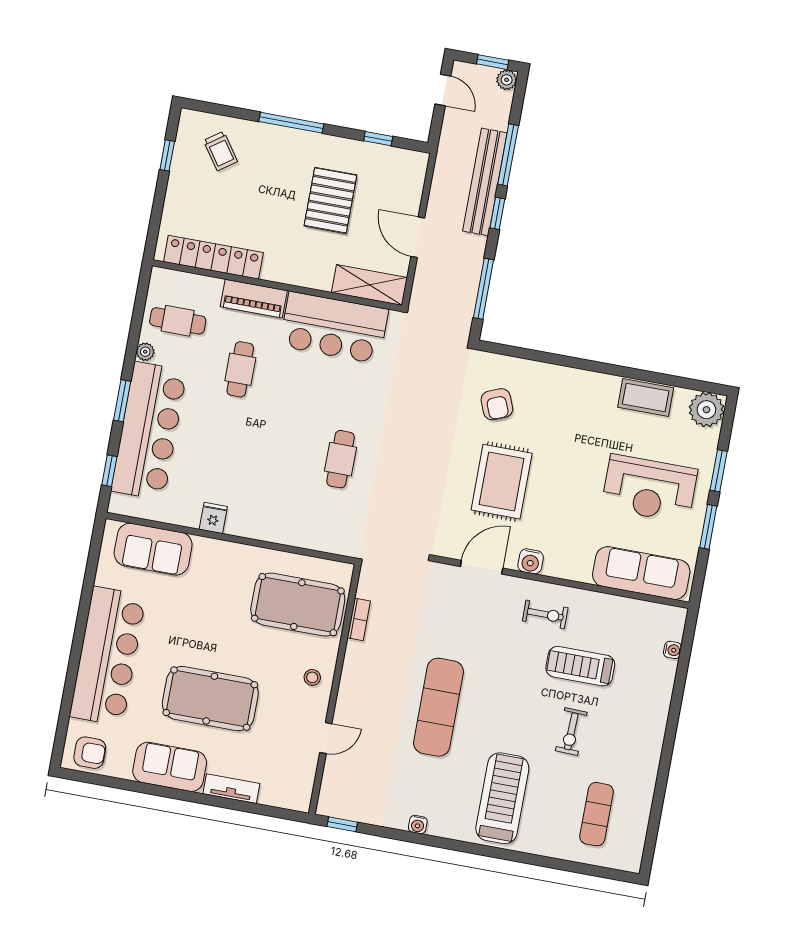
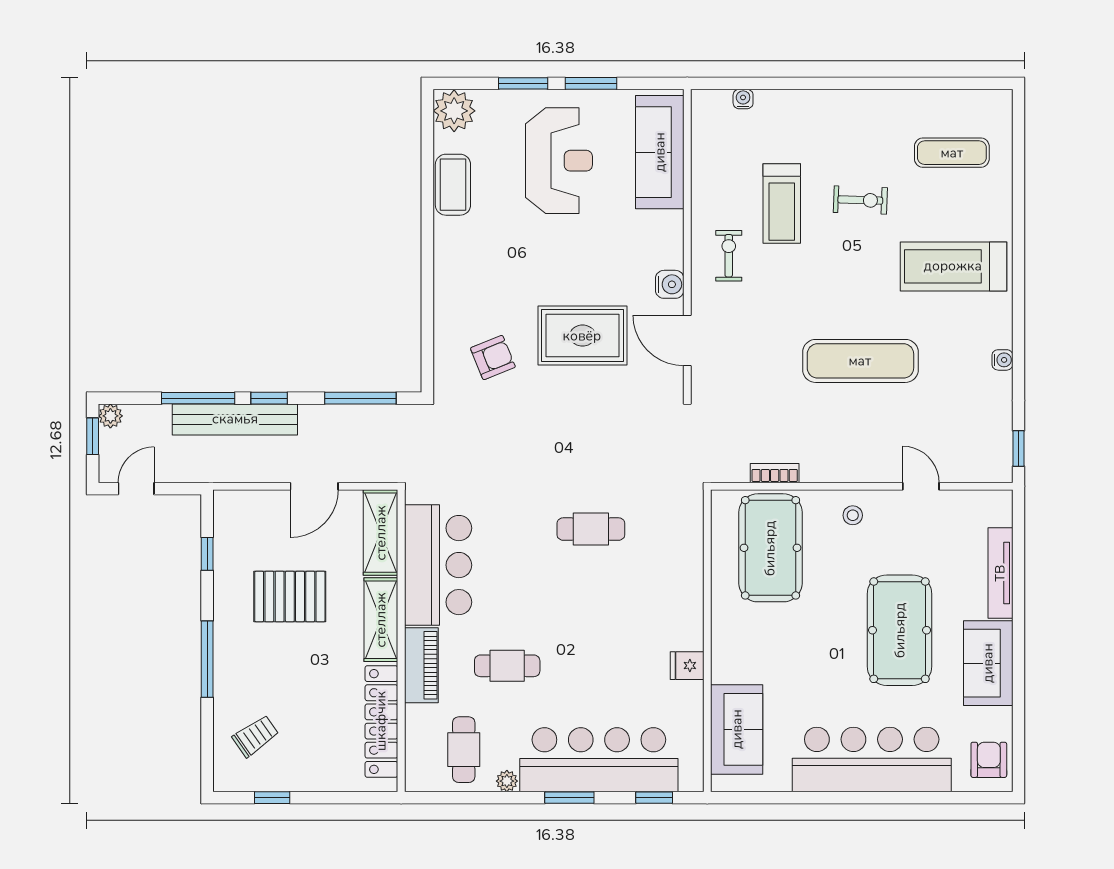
shelving: (297, 272) -> (381, 620), added
tv unit: (231, 789) -> (1000, 573), width x1.41

